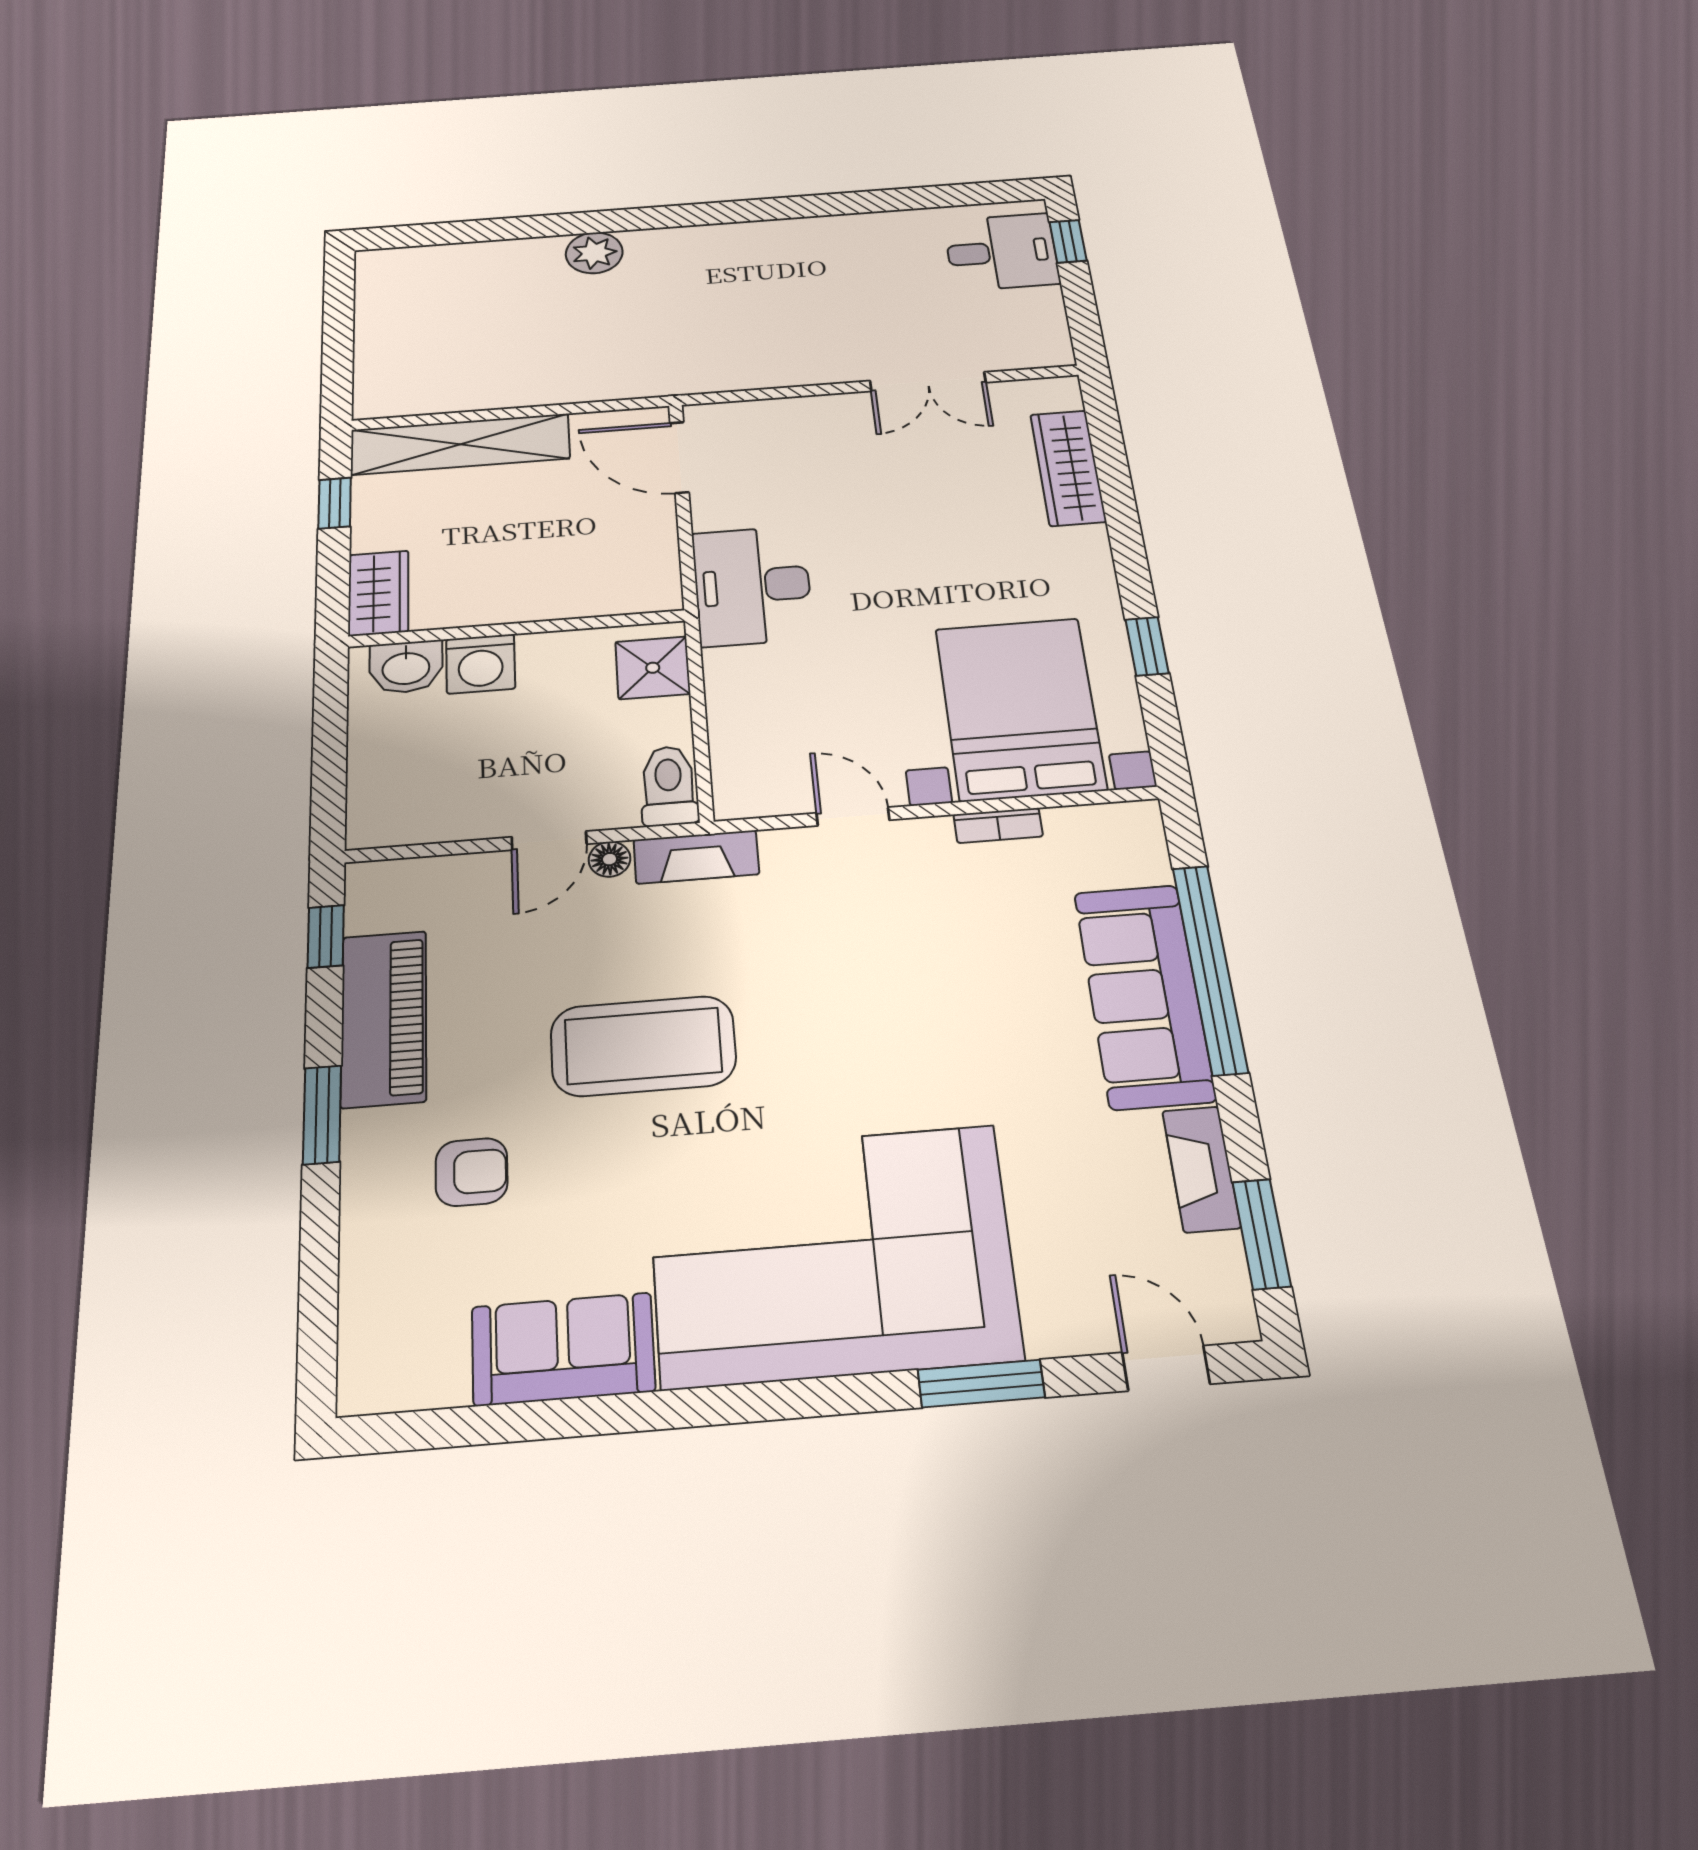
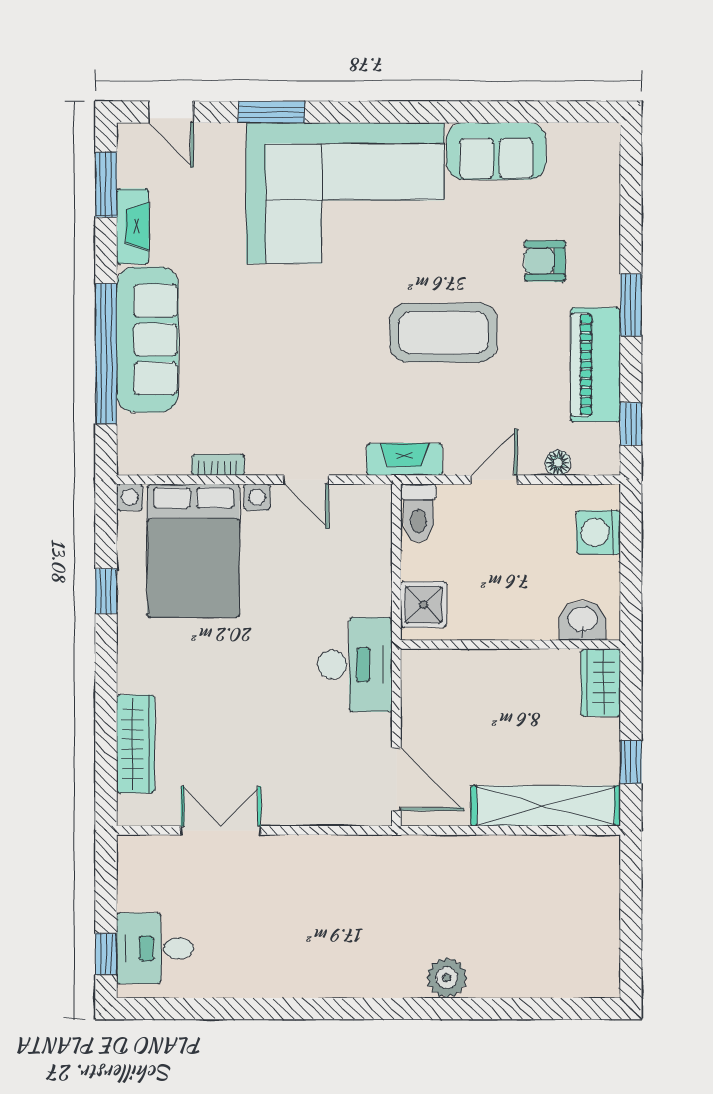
washing machine: (481, 664) -> (598, 532), moved, turned -90
floor lamp: (610, 859) -> (558, 463), moved

